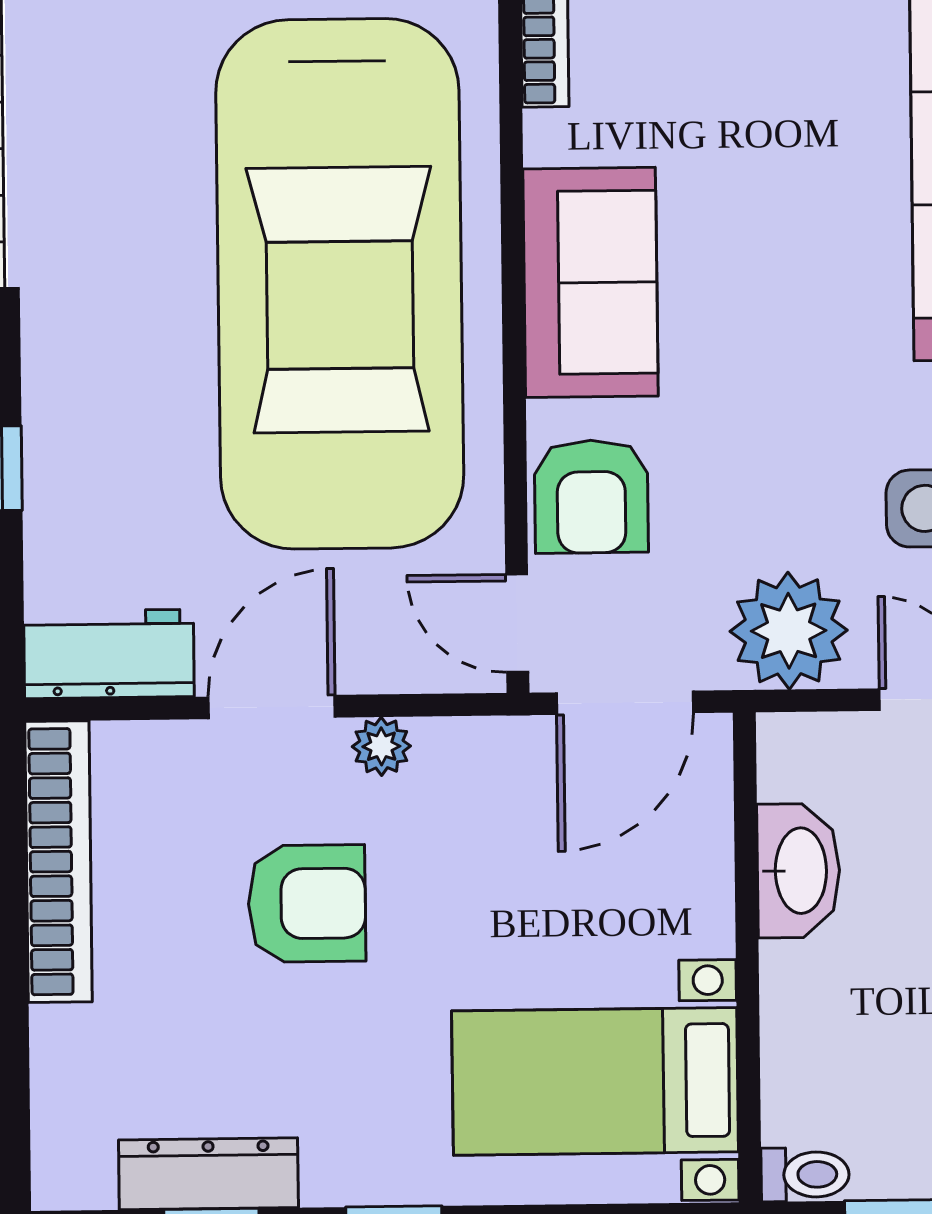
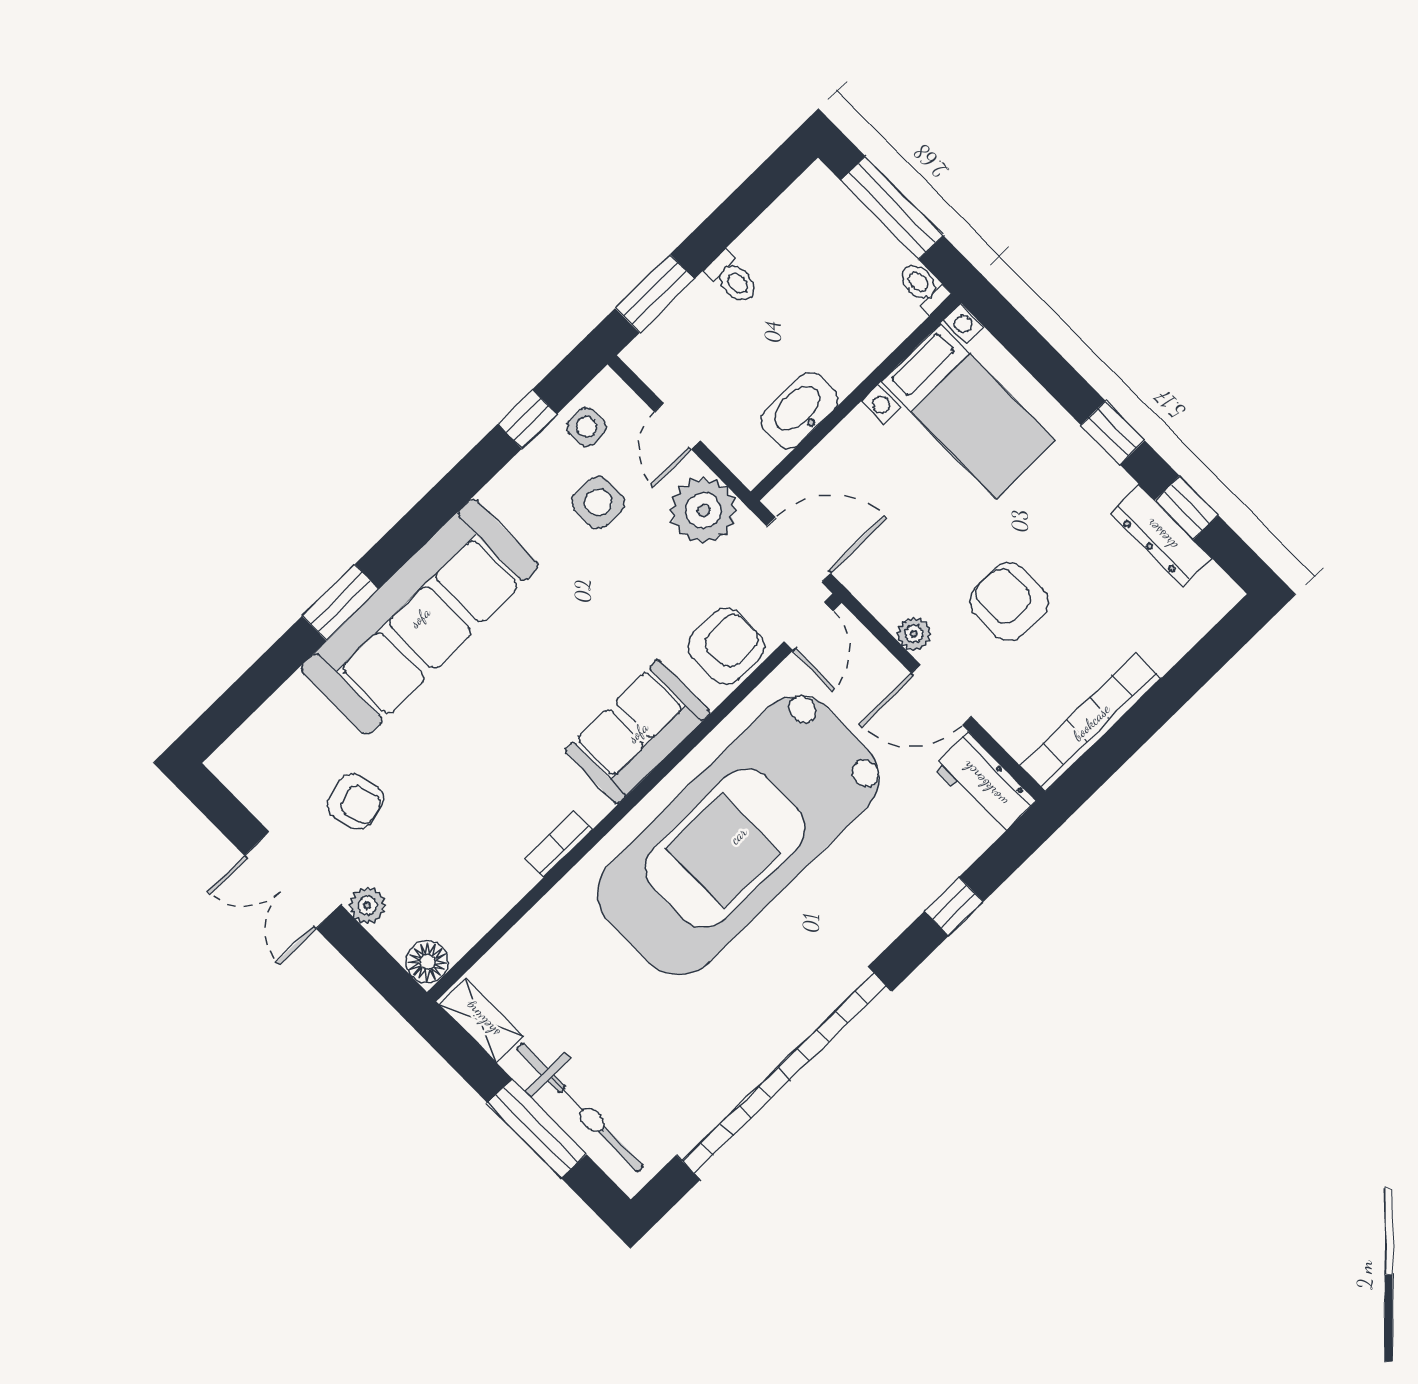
car: (340, 284) -> (738, 835), turned 180

